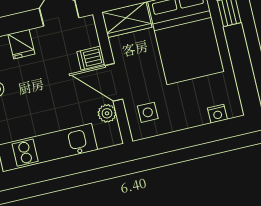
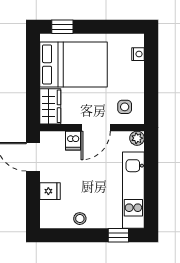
plant: (107, 113) -> (137, 138), moved

